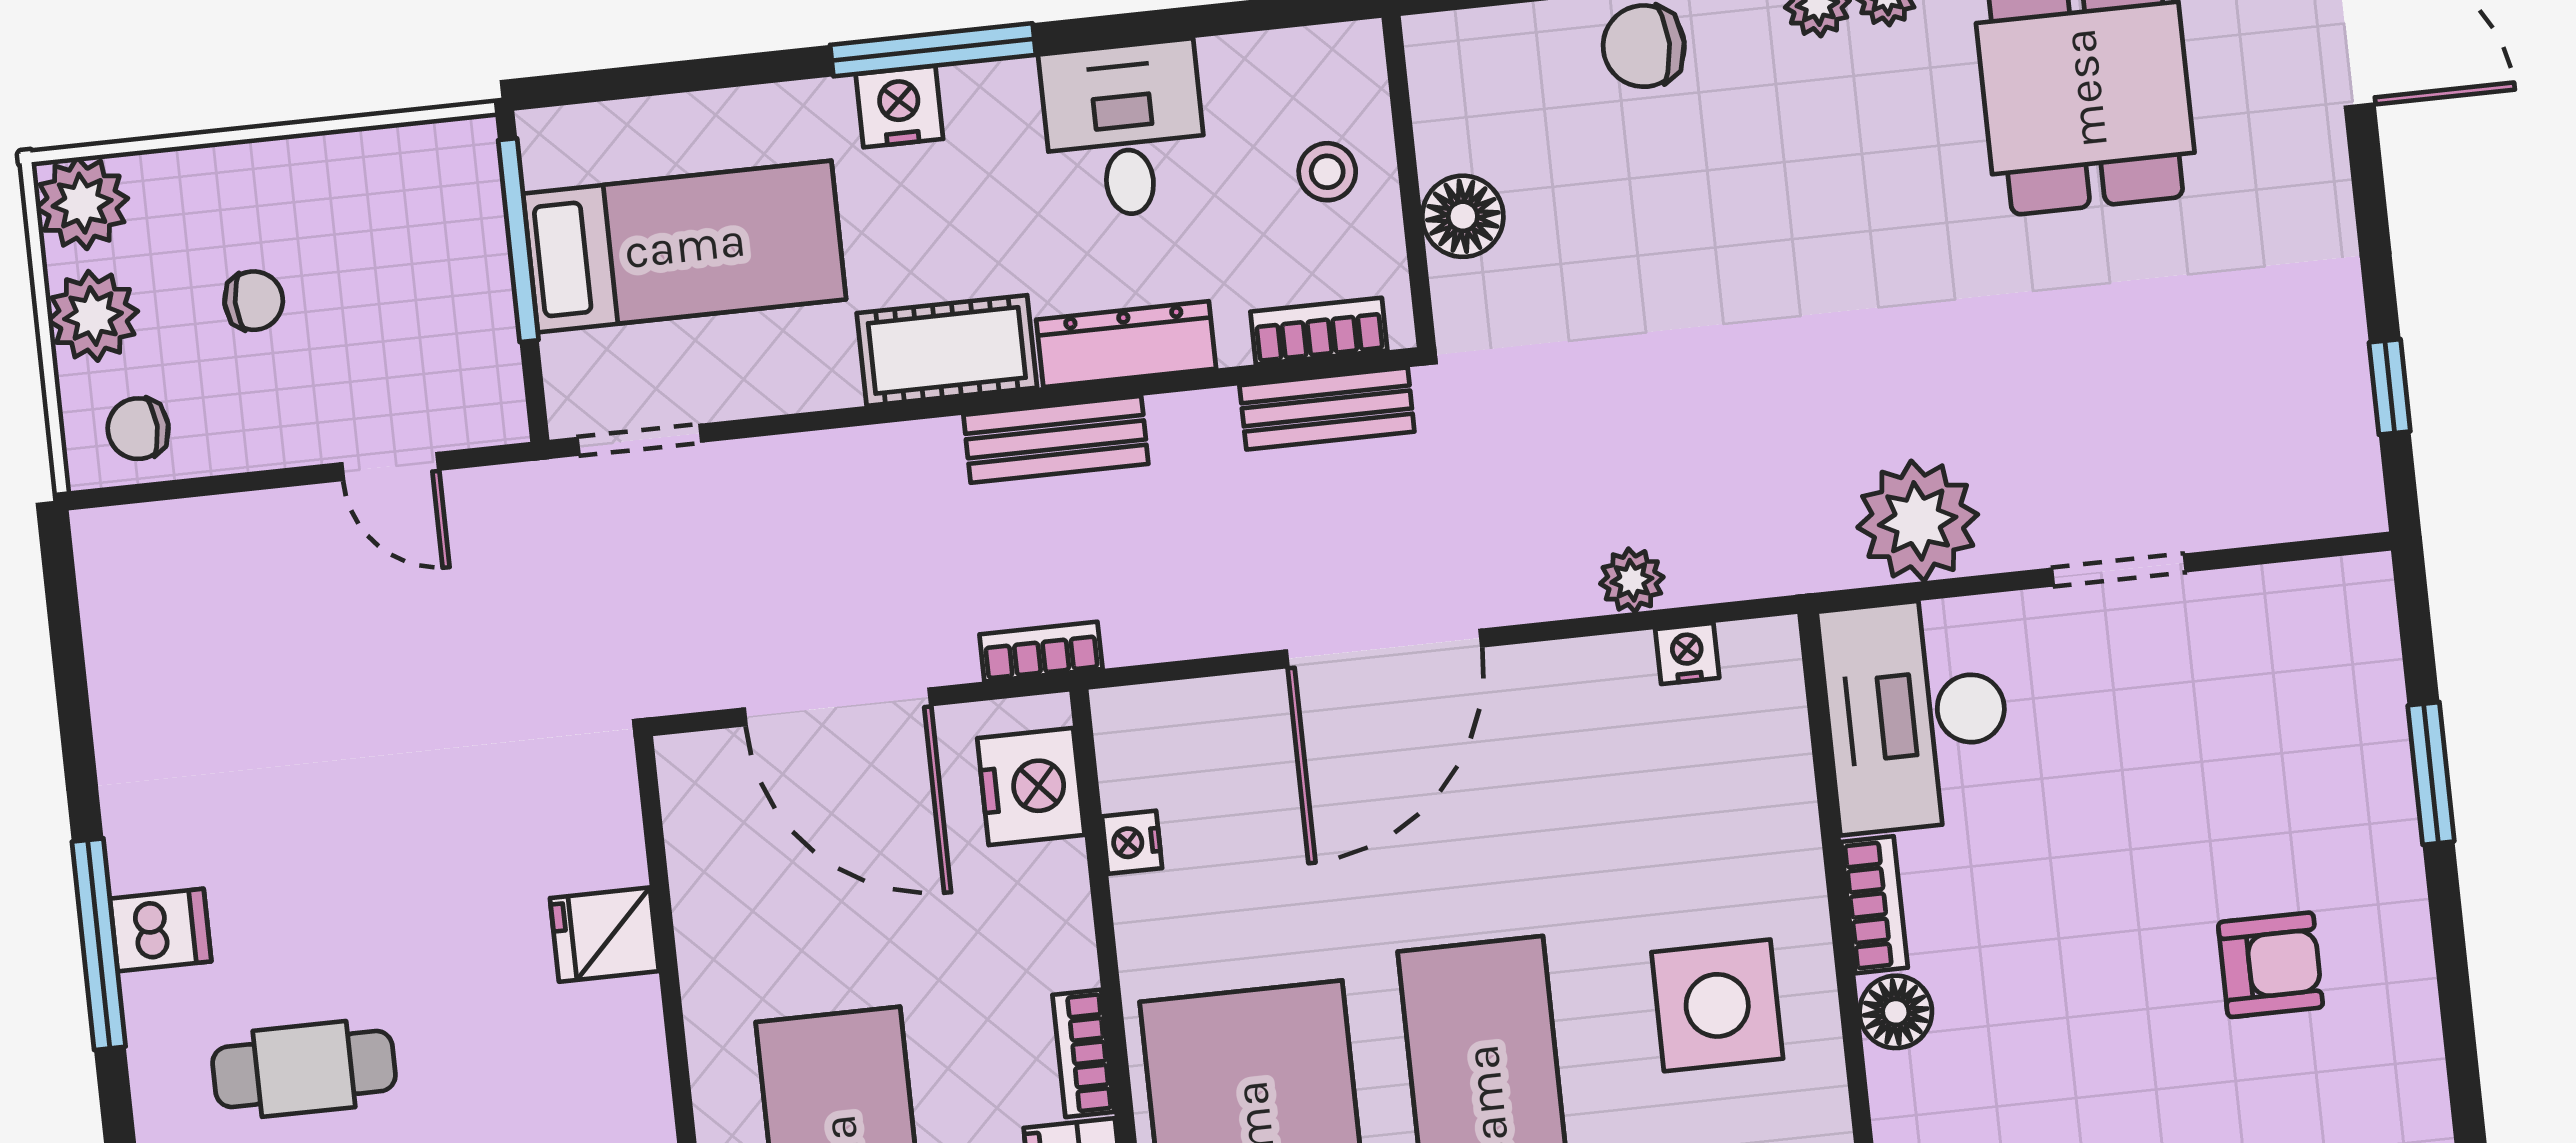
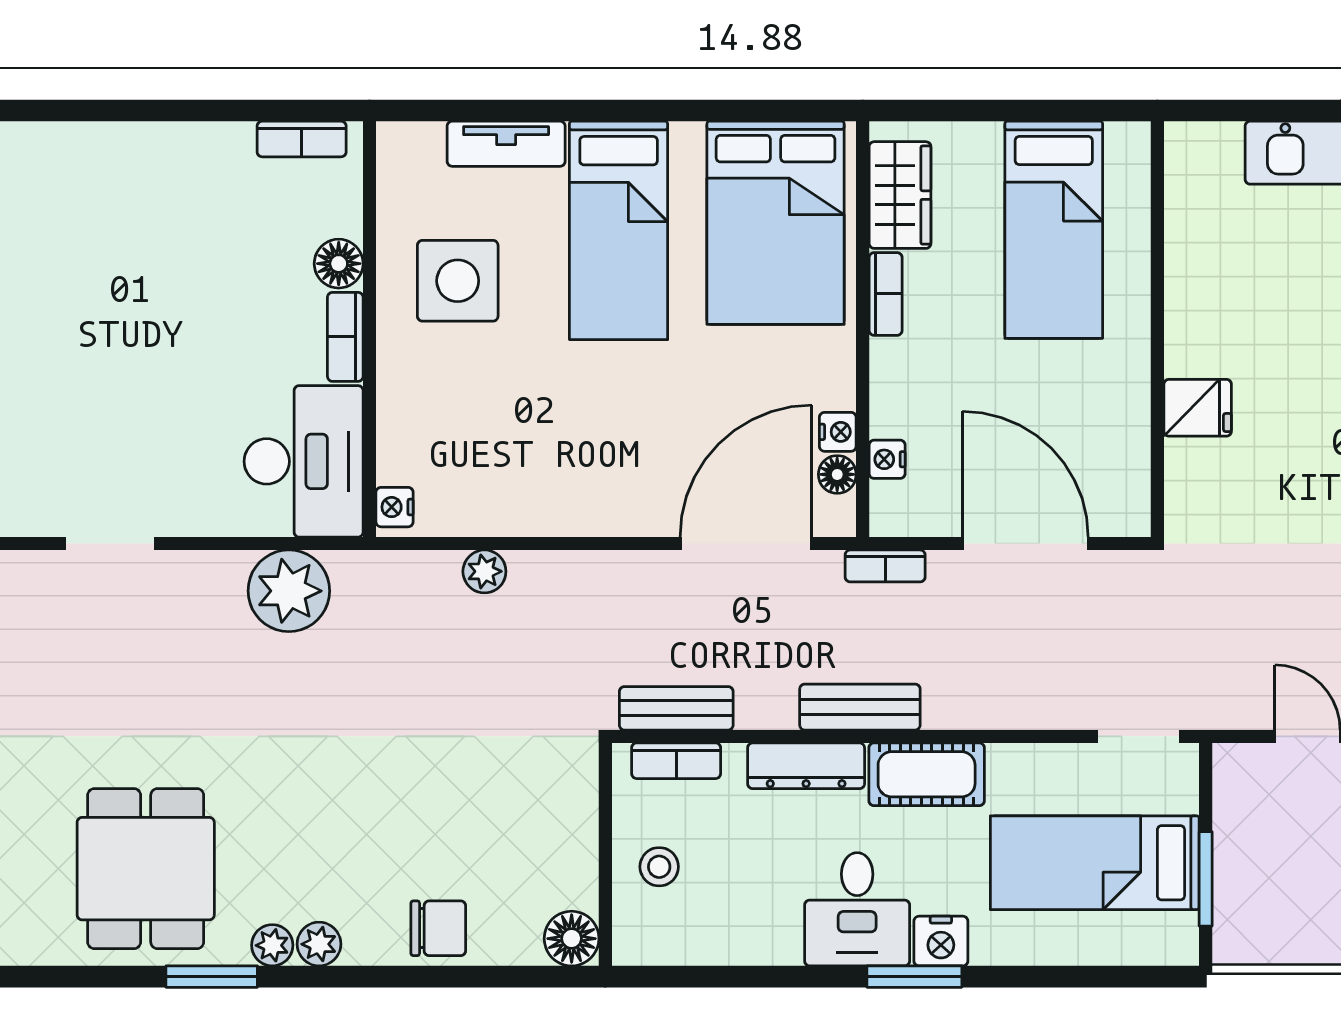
window: (933, 50) -> (914, 977), width x0.69
desk: (1124, 130) -> (857, 909), moved
floor lamp: (1463, 216) -> (572, 939), moved
window: (518, 240) -> (1206, 879), width x0.69
doorway: (2119, 570) -> (110, 544), moved
door: (1384, 648) -> (746, 544), moved
nightstand: (1687, 653) -> (395, 507), moved, turned 90
floor lamp: (1126, 779) -> (837, 474), added
nightstand: (1031, 787) -> (887, 459), width x0.53, depth x0.56
armchair: (2270, 965) -> (84, 268), removed

